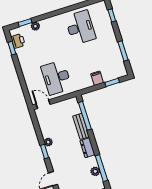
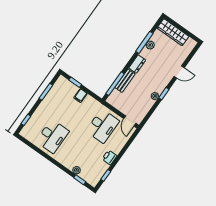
desk: (80, 28) -> (52, 136), turned 180
printer: (18, 41) -> (109, 157), moved

